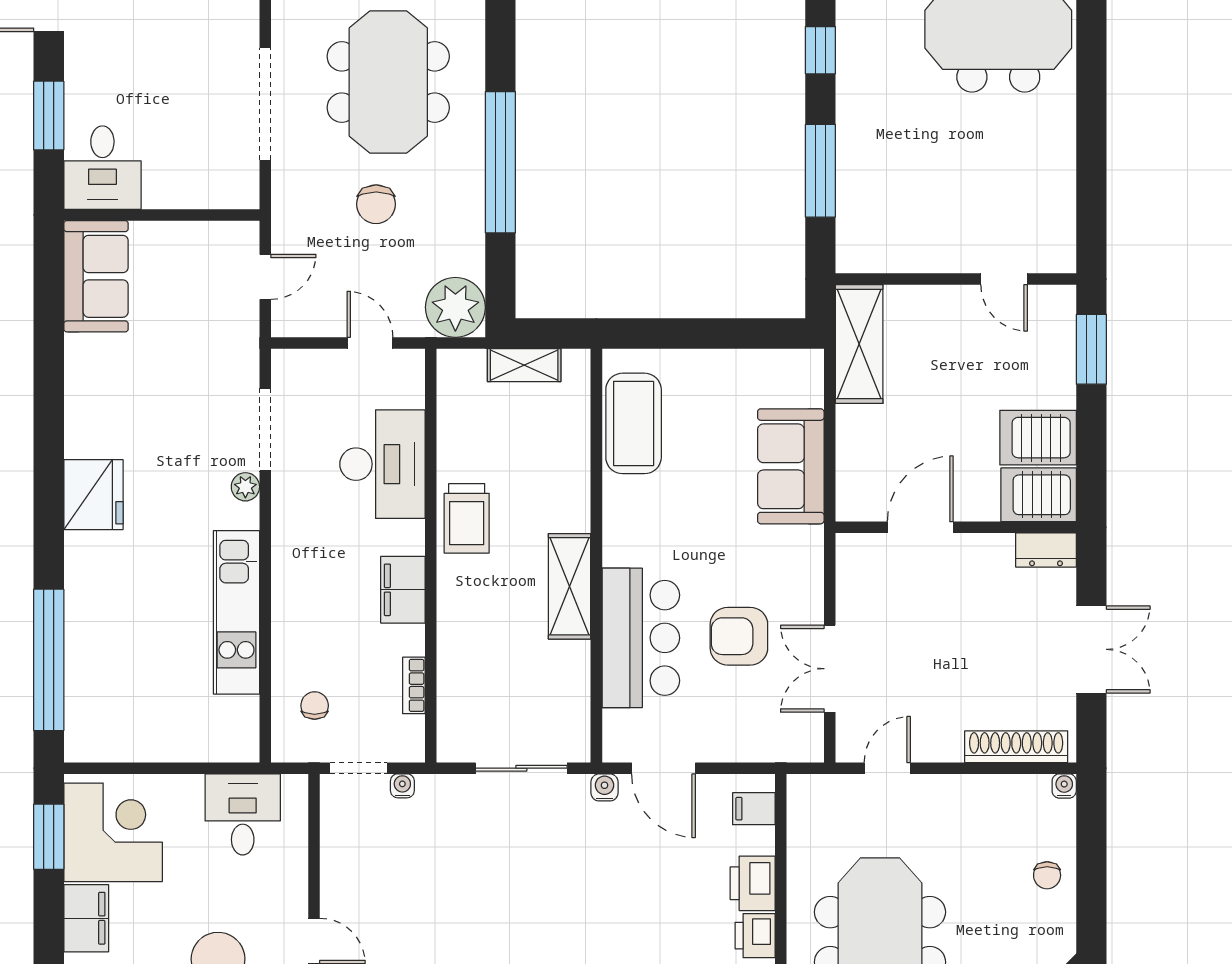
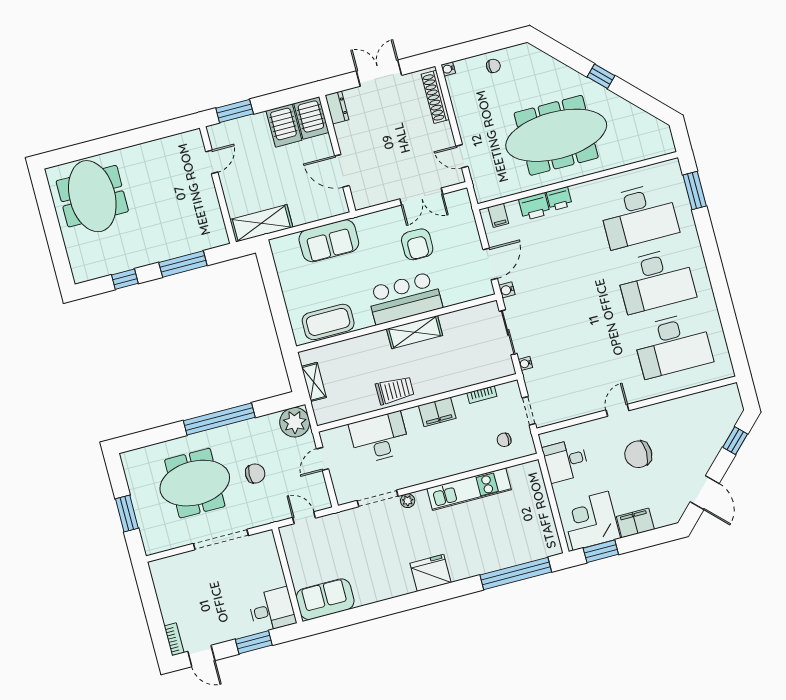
bar counter: (641, 638) -> (405, 298), moved
water cooler: (402, 786) -> (525, 363), moved

